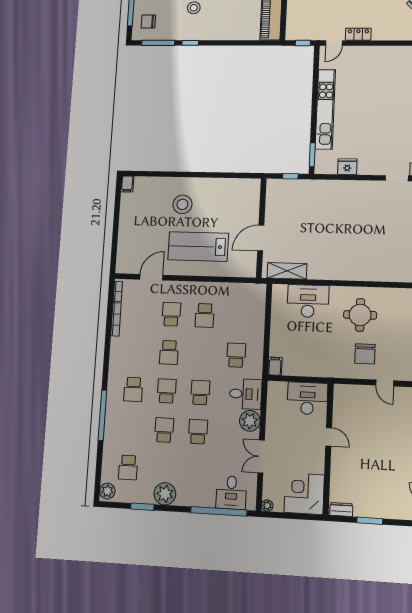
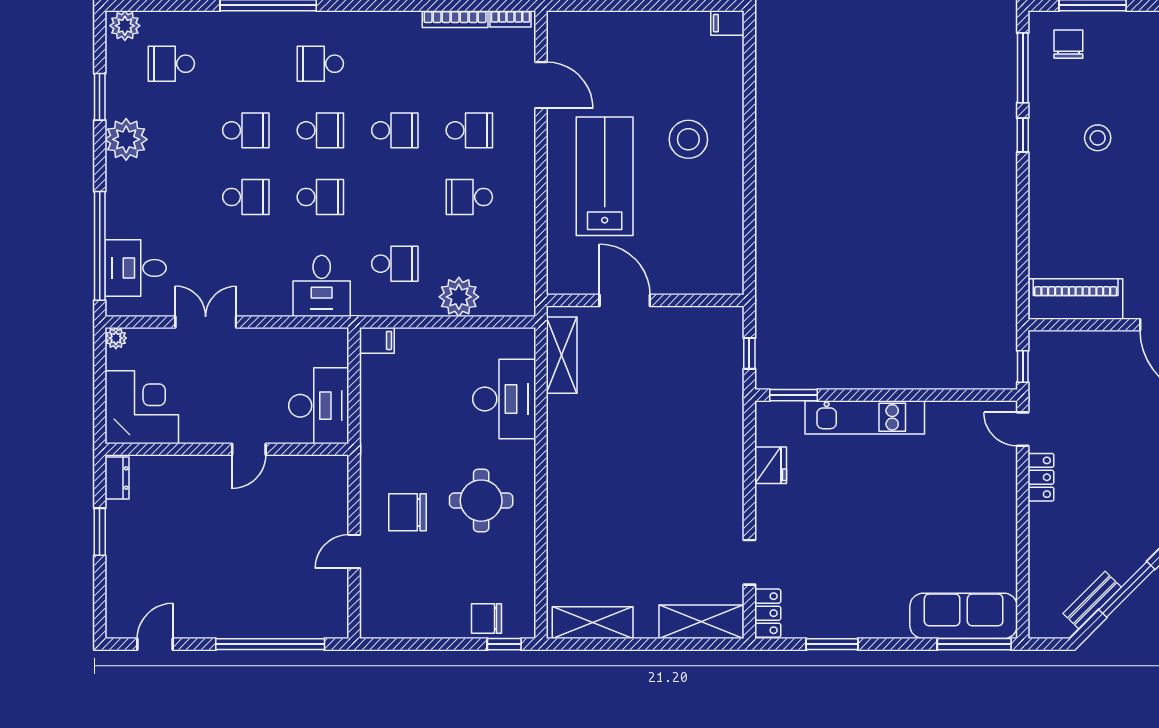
kitchen unit: (325, 109) -> (865, 417), width x0.73
school desk: (169, 352) -> (395, 130), turned 180
plant: (250, 421) -> (459, 297), moved

